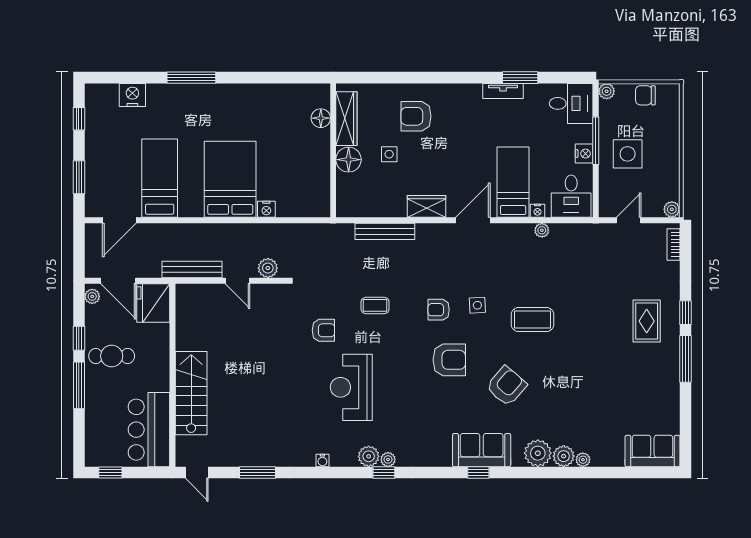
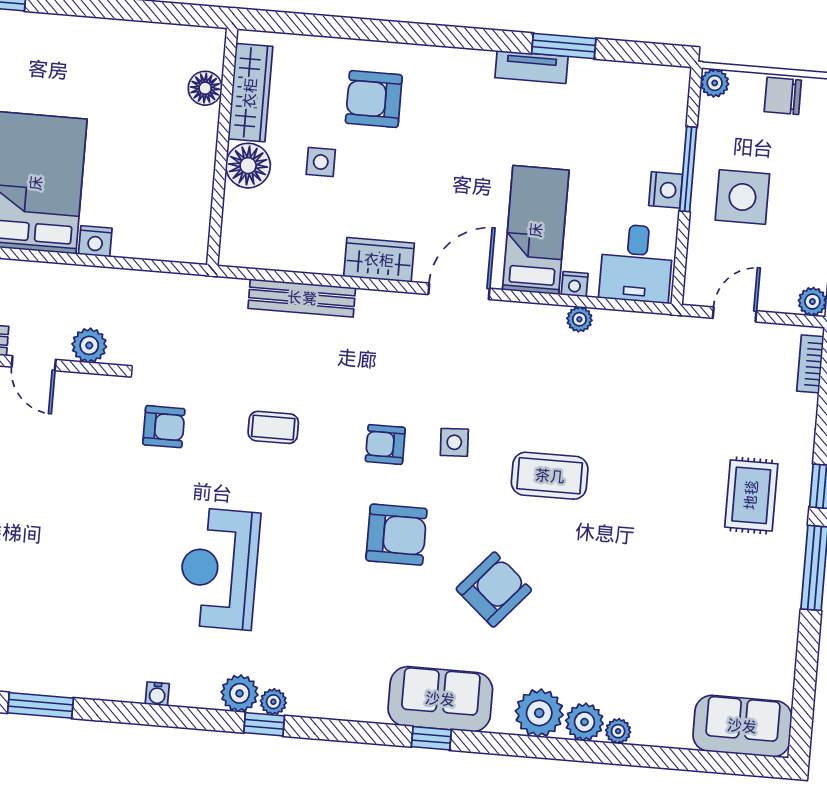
desk: (571, 103) -> (650, 99), removed
armchair: (323, 330) -> (164, 427), moved

